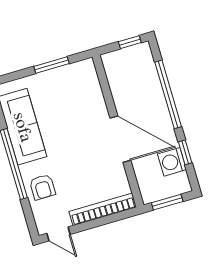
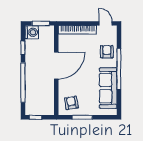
armchair: (77, 84) -> (71, 103), added
door: (120, 139) -> (56, 66), swing flipped
washing machine: (172, 162) -> (32, 32), moved

